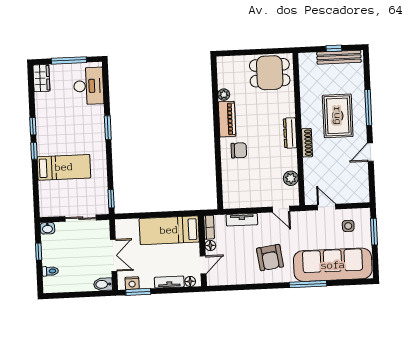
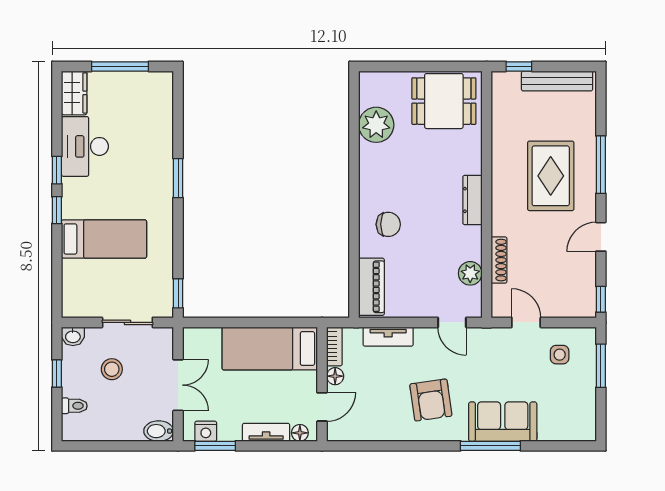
window: (334, 48) -> (519, 66), moved
desk: (89, 86) -> (85, 146), moved, turned 180
plant: (224, 95) -> (376, 125), width x1.87, depth x1.87
piano: (227, 119) -> (371, 287), moved
shoe rack: (307, 143) -> (499, 260), moved
window: (372, 191) -> (601, 299), added
stool: (72, 247) -> (112, 369), added
sofa: (333, 265) -> (503, 422), width x0.54, depth x0.79

